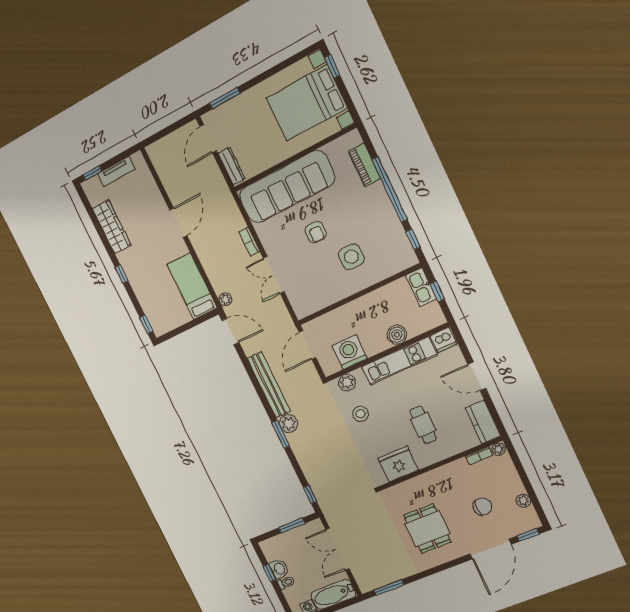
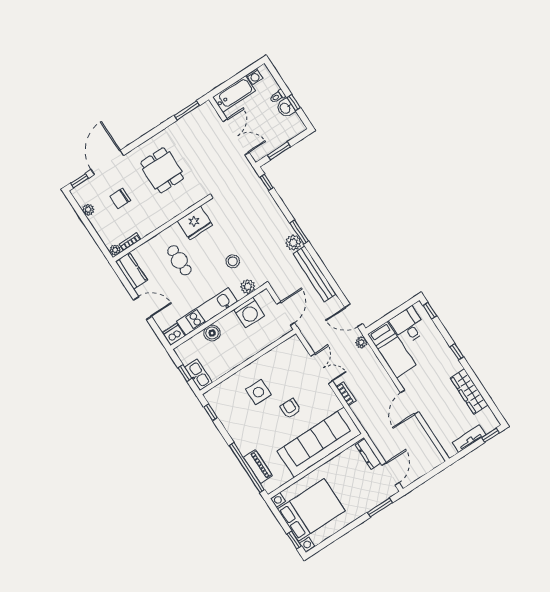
window: (390, 190) -> (247, 468), moved
desk: (171, 311) -> (408, 325), added

